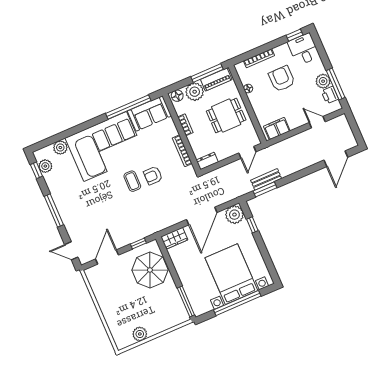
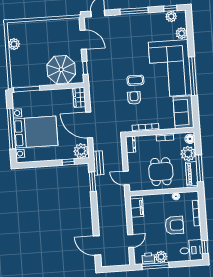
window: (128, 107) -> (193, 76), moved
bench: (266, 179) -> (98, 163), moved

